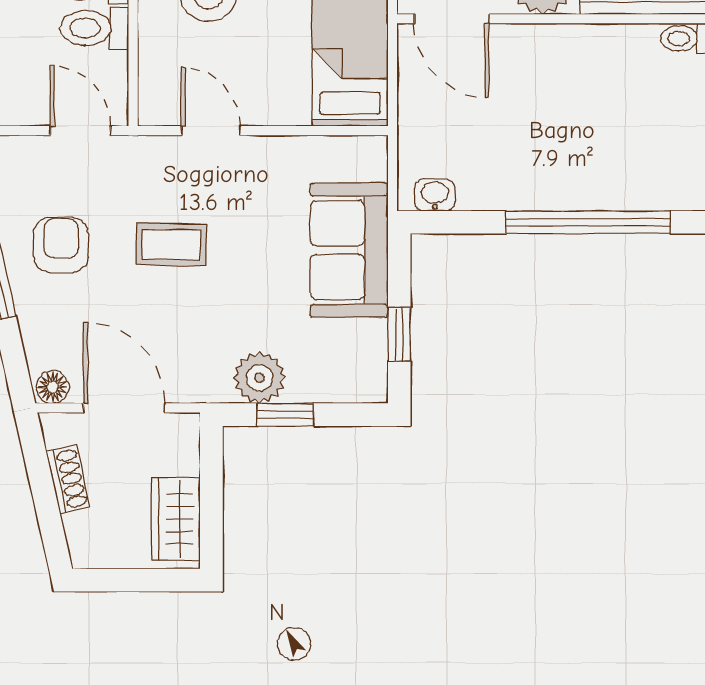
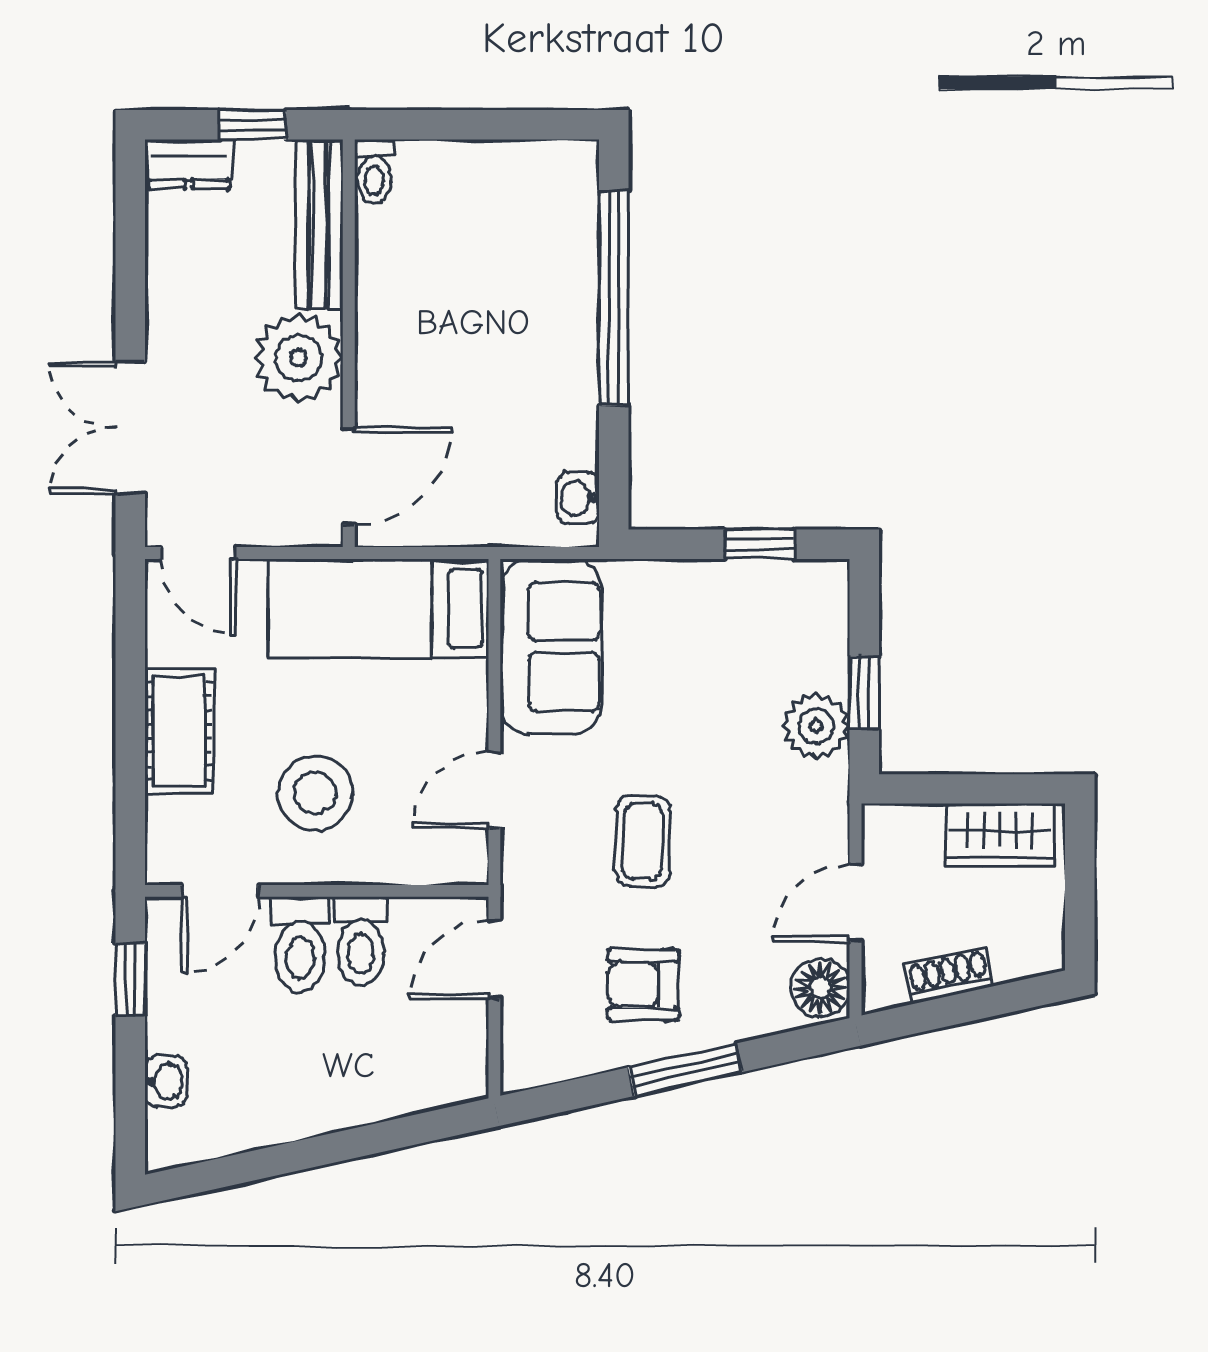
sofa: (349, 250) -> (551, 646), moved, turned -90
floor lamp: (53, 387) -> (820, 988), width x1.37, depth x1.37
door: (124, 408) -> (856, 903), width x0.73

